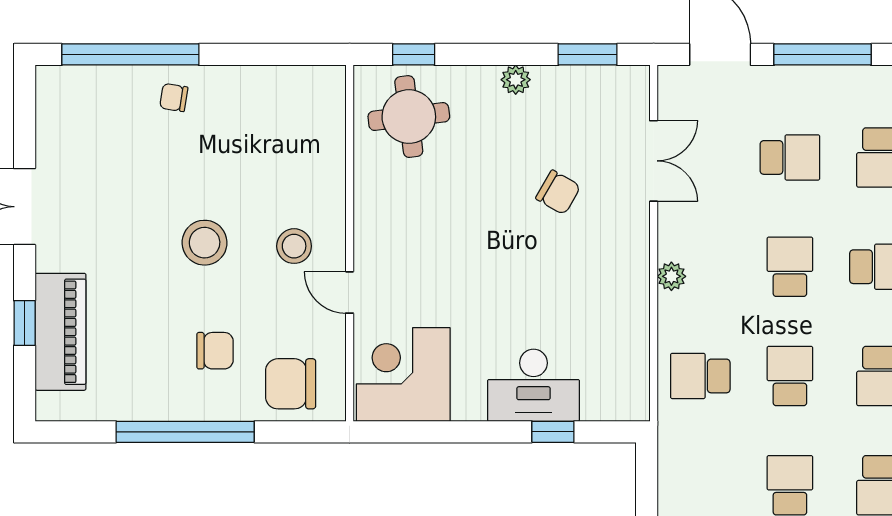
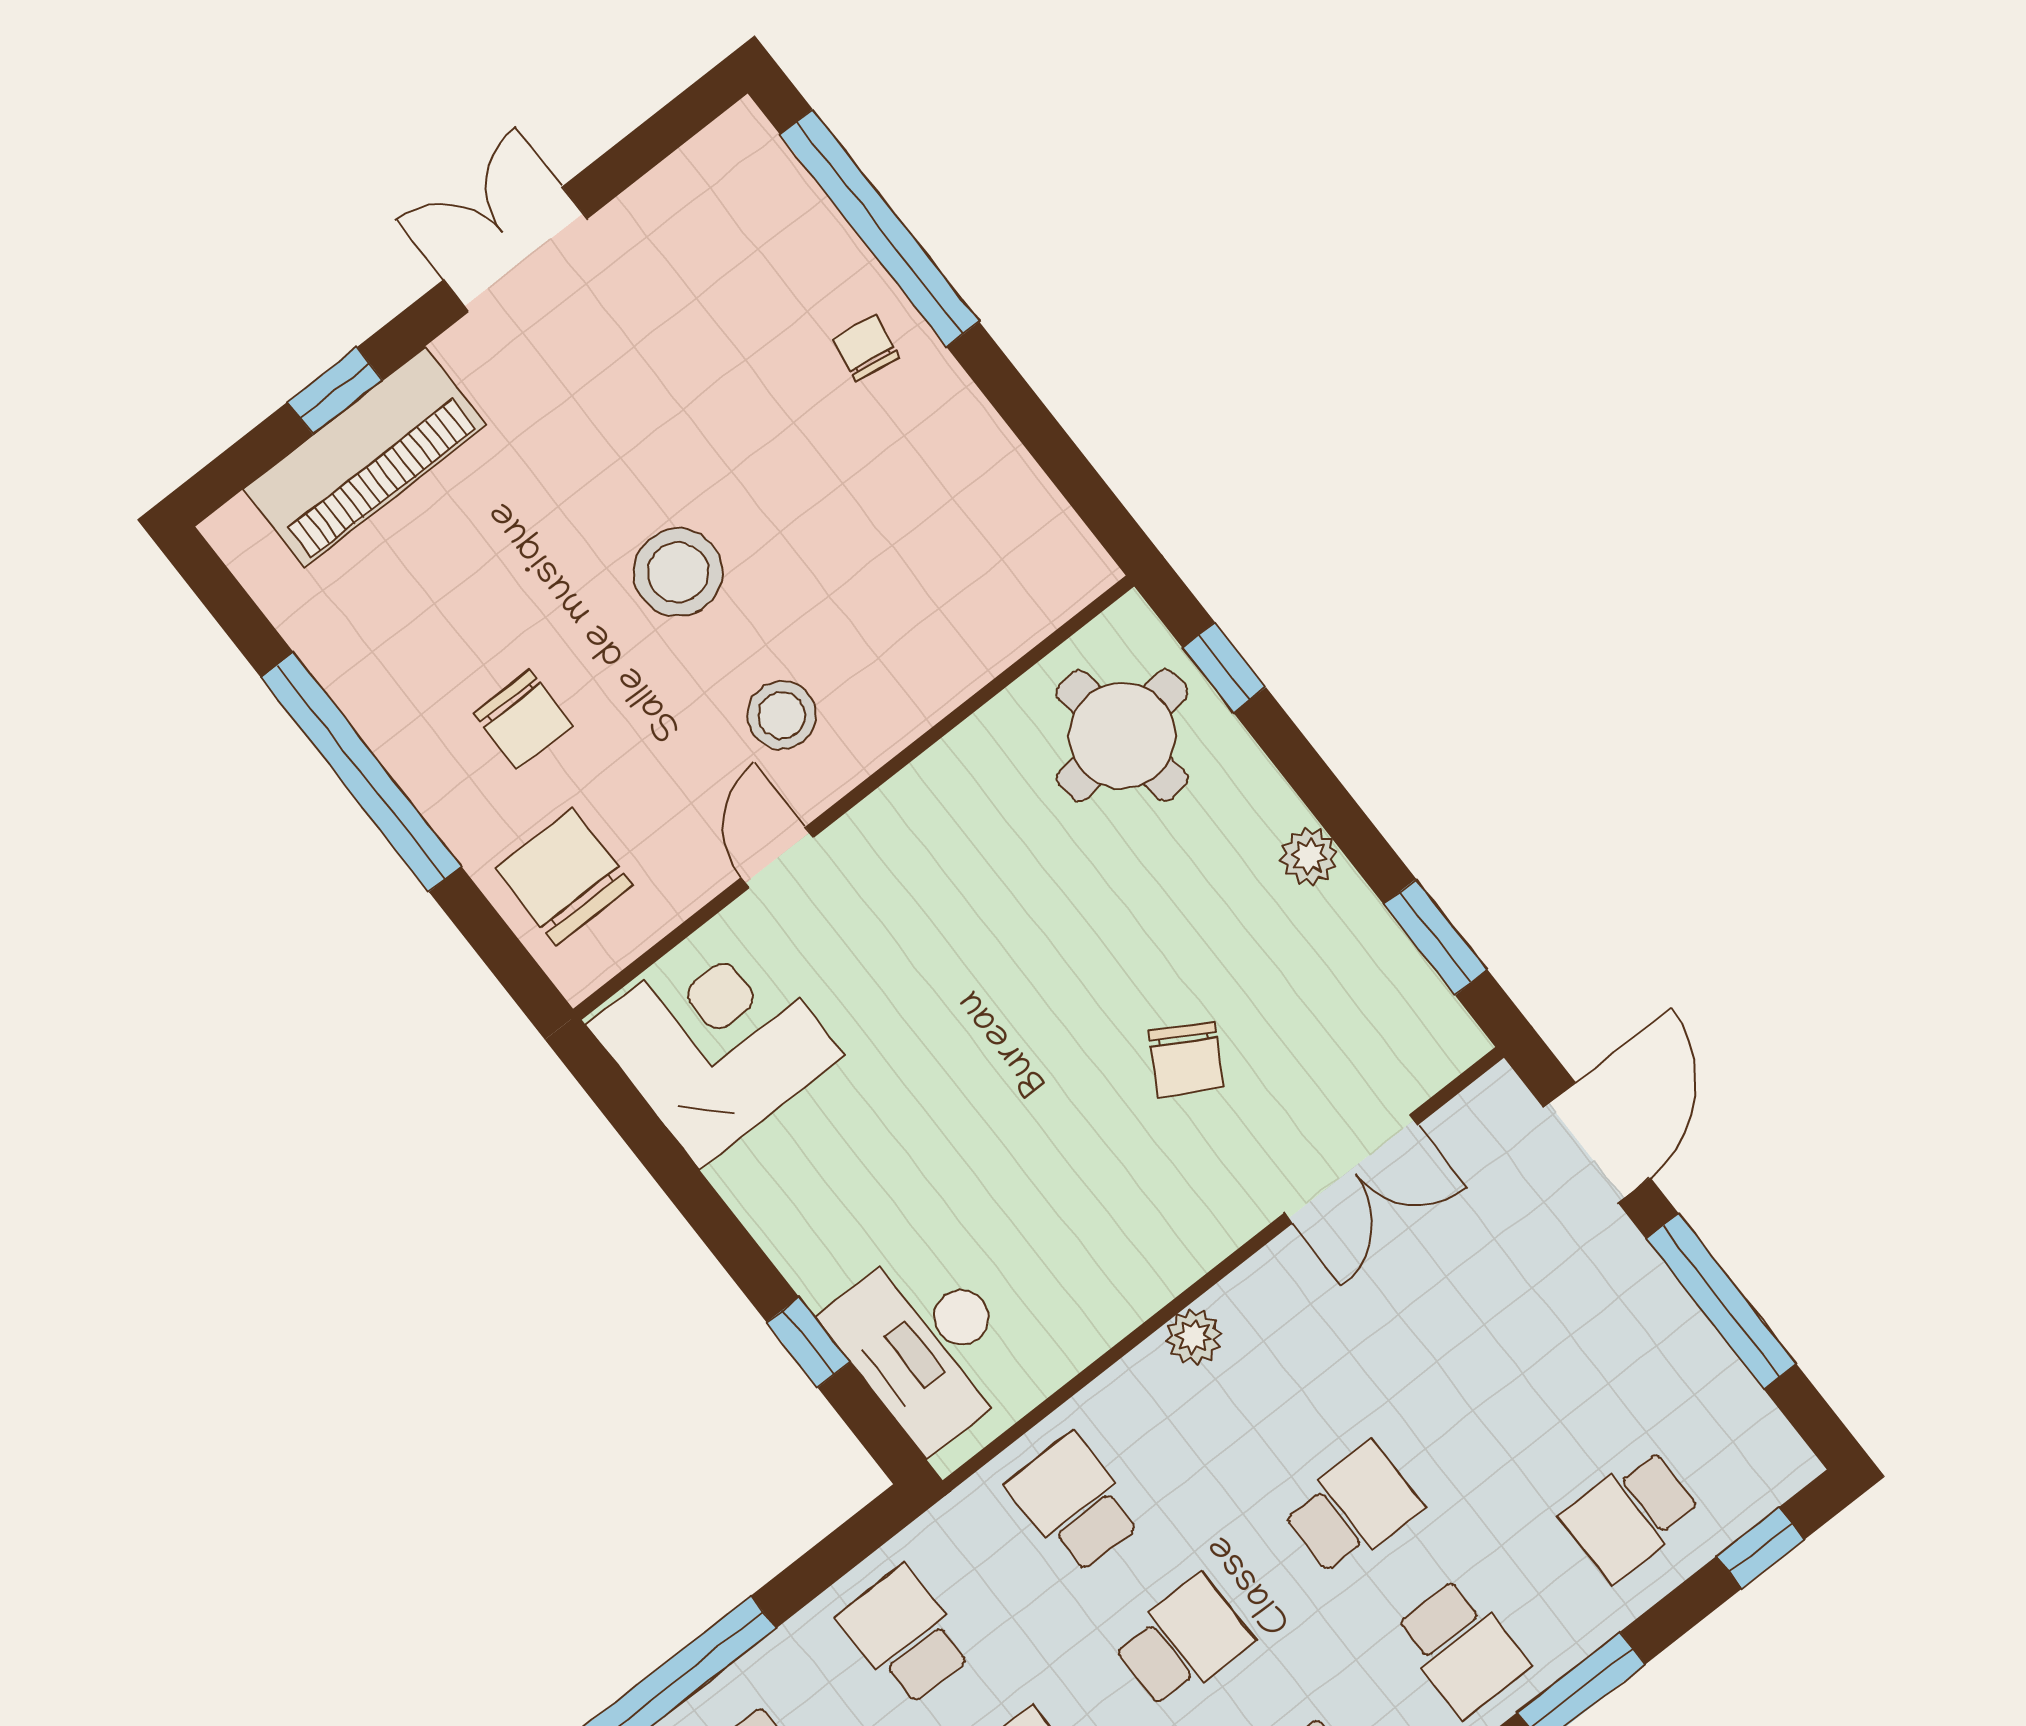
school desk: (790, 157) -> (905, 1636), moved, turned 180
desk: (533, 385) -> (927, 1344), moved

